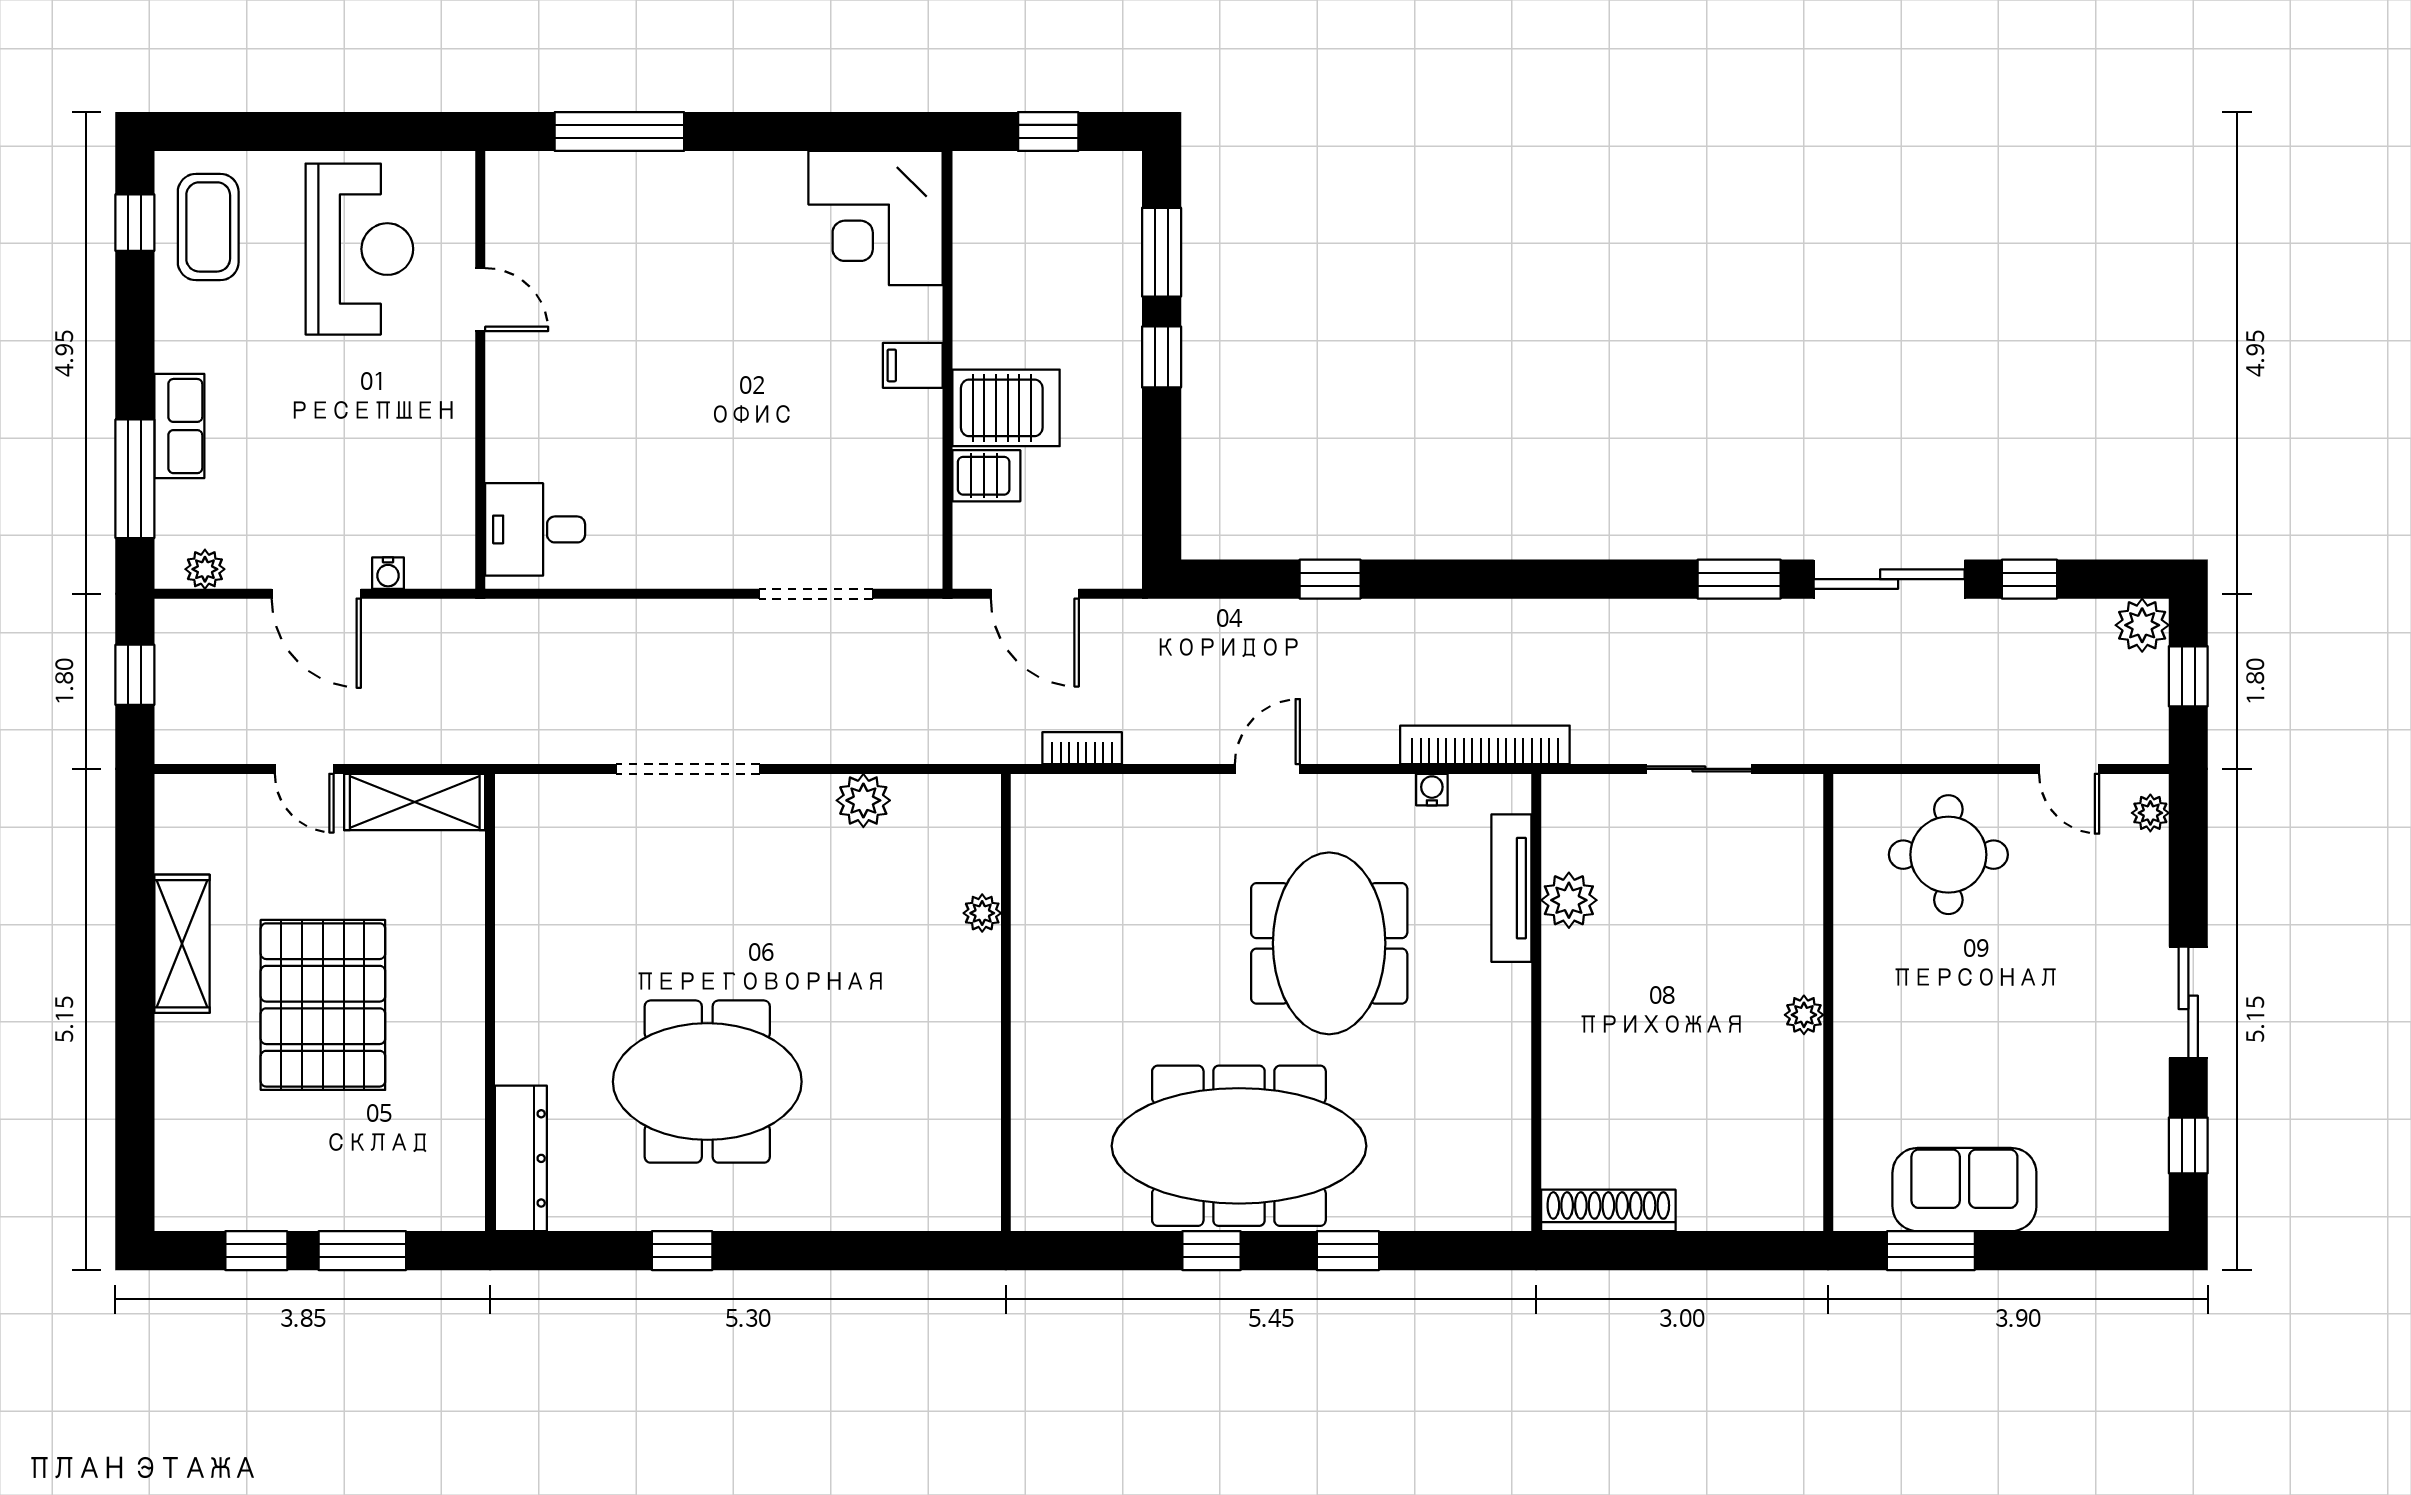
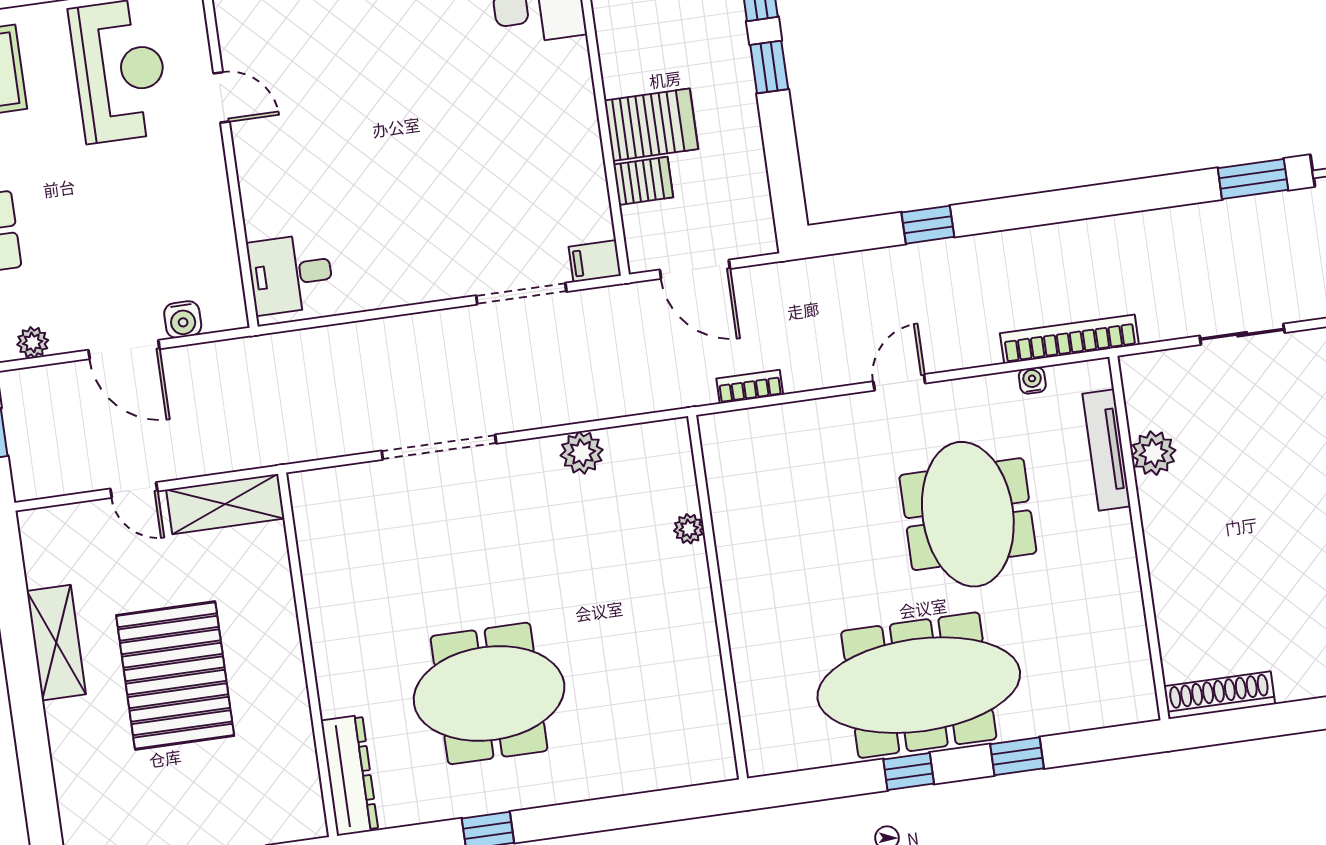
filing cabinet: (913, 365) -> (595, 261), moved
water cooler: (388, 573) -> (183, 320), width x1.38, depth x1.38

